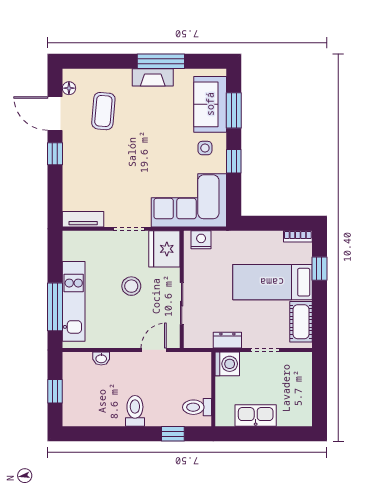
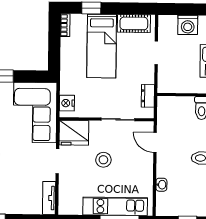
dresser: (227, 340) -> (148, 96), moved
washing machine: (227, 364) -> (188, 25), moved, turned 180

